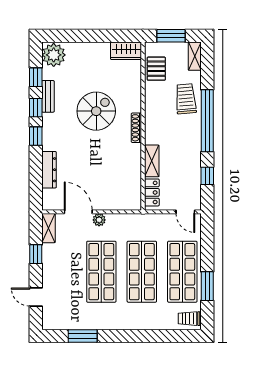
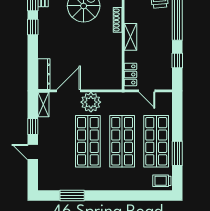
shelving: (152, 161) -> (130, 37), moved
dresser: (49, 170) -> (44, 74), moved
door: (78, 212) -> (68, 91), hinge flipped
door: (185, 212) -> (147, 91), moved
plant: (99, 220) -> (91, 102), width x1.88, depth x1.88
door: (36, 297) -> (33, 152), moved

